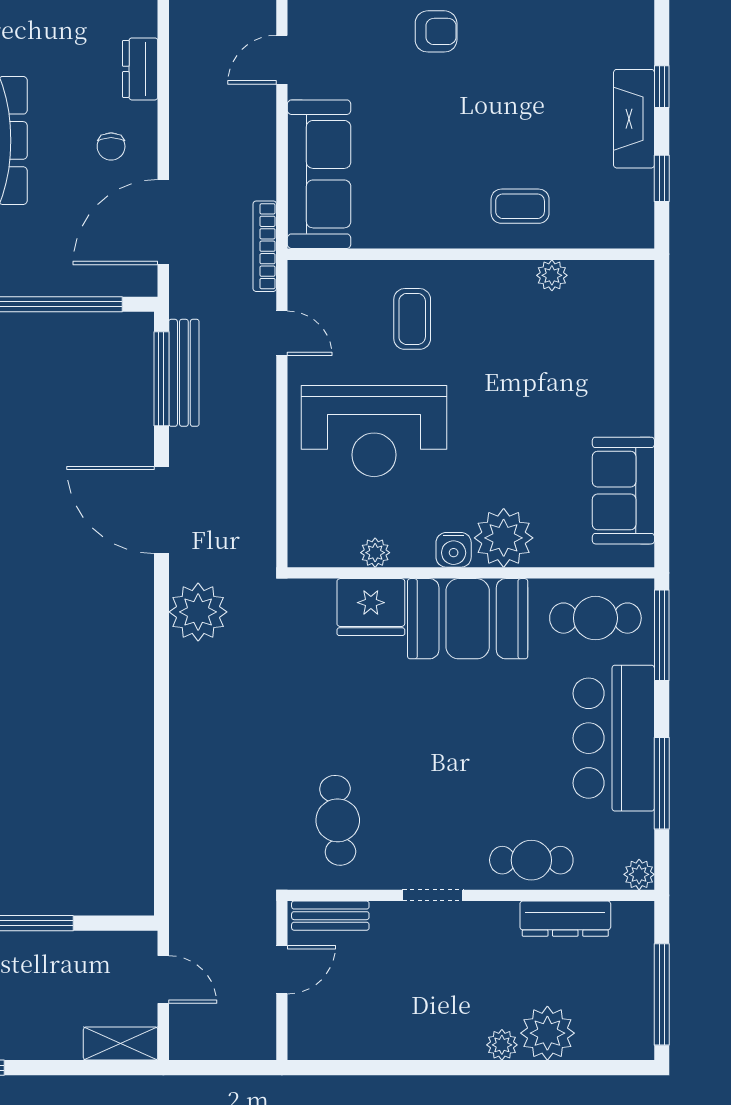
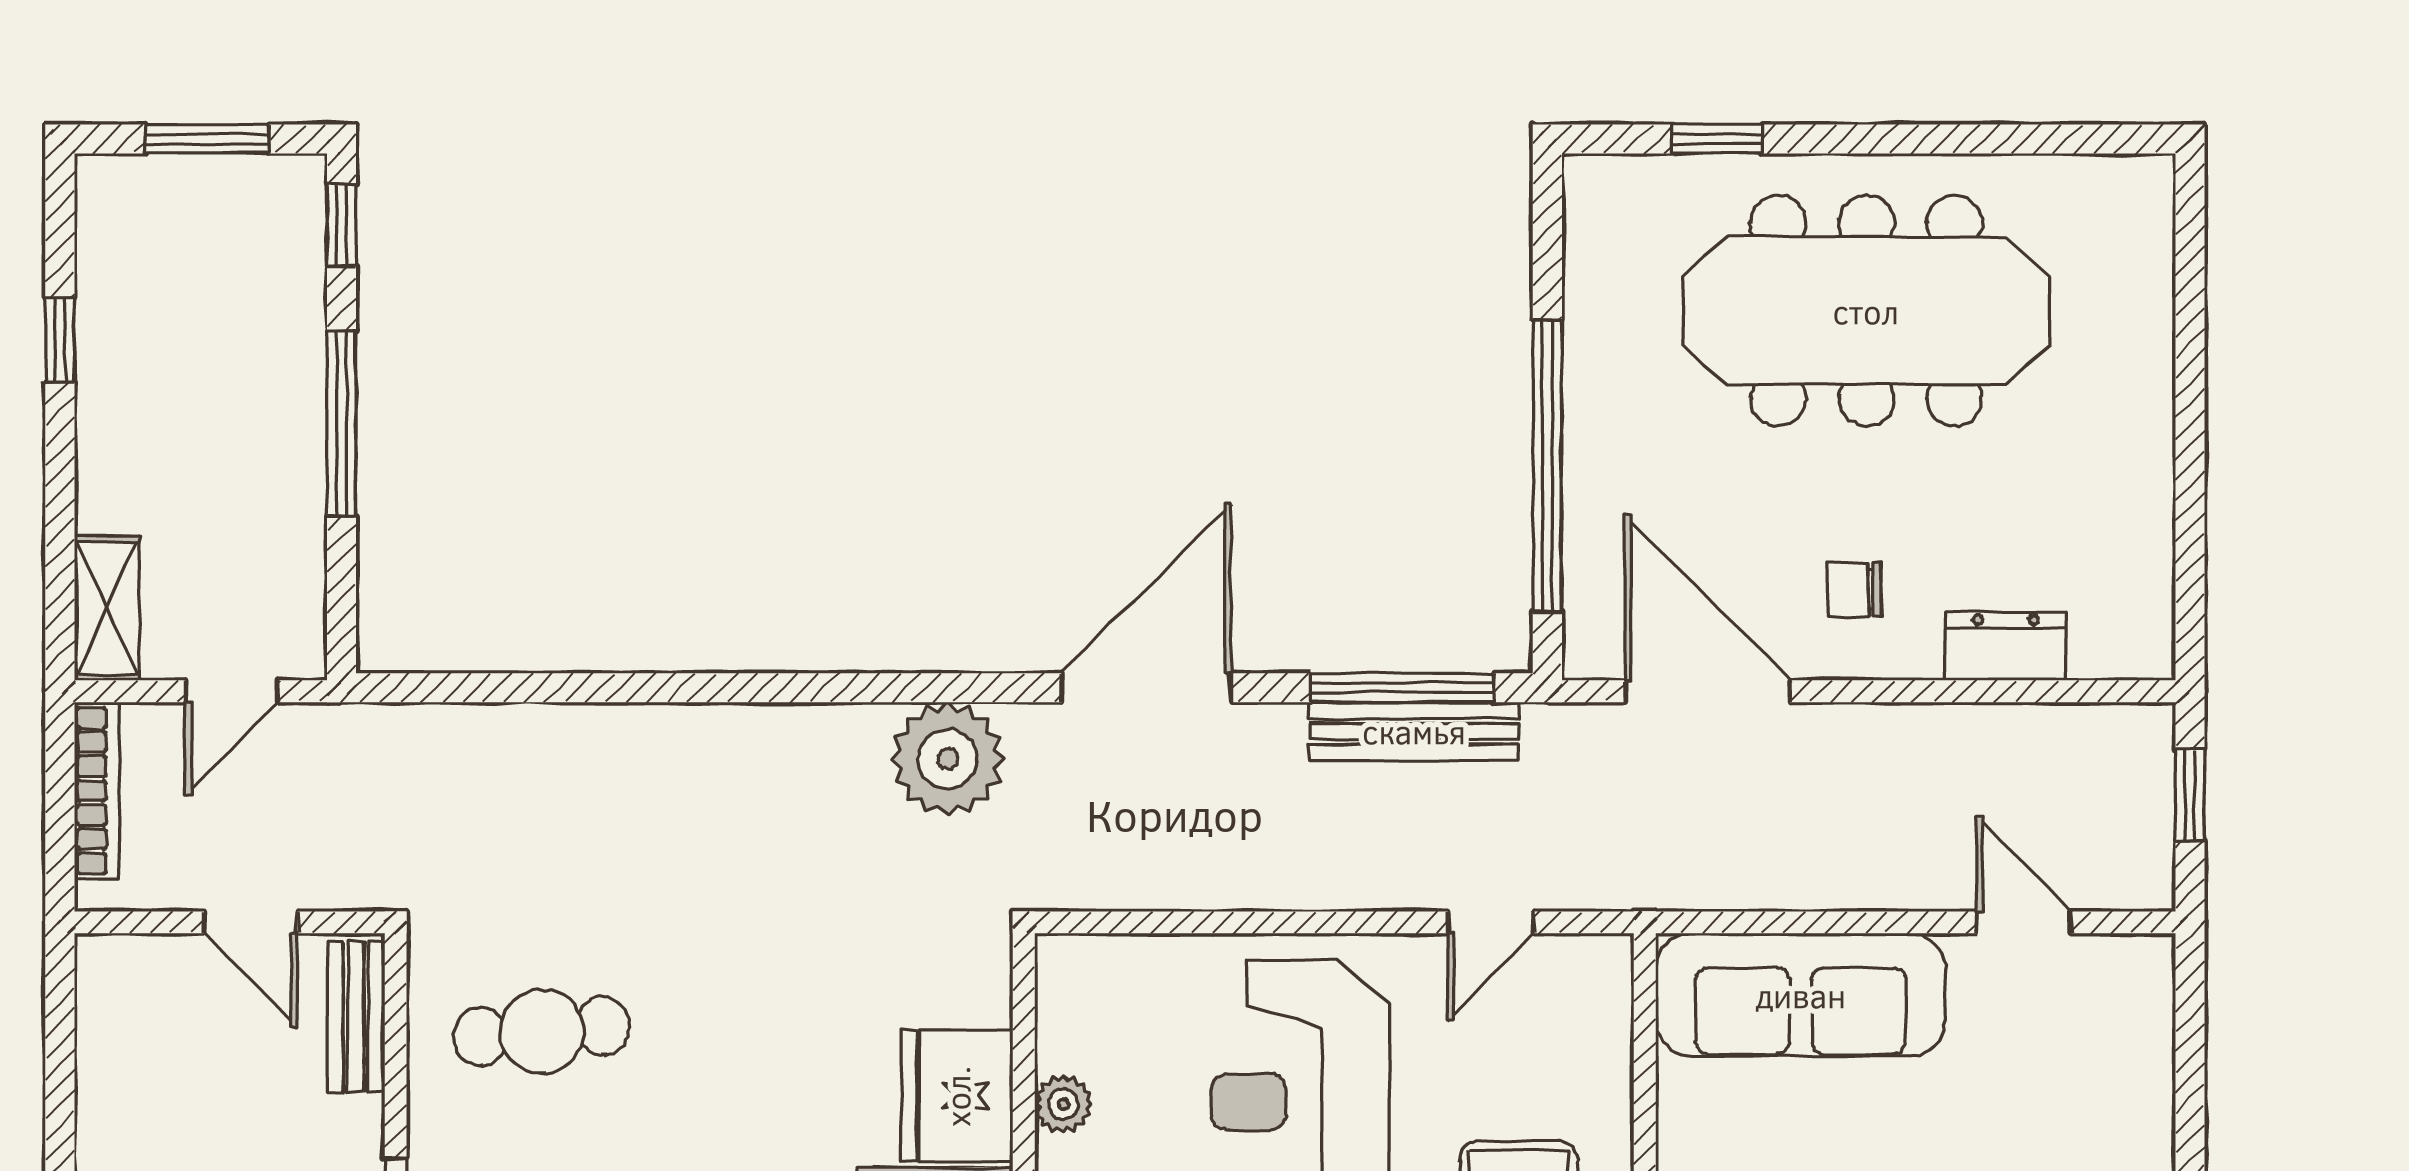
bookcase: (265, 246) -> (97, 791), moved, turned 90

